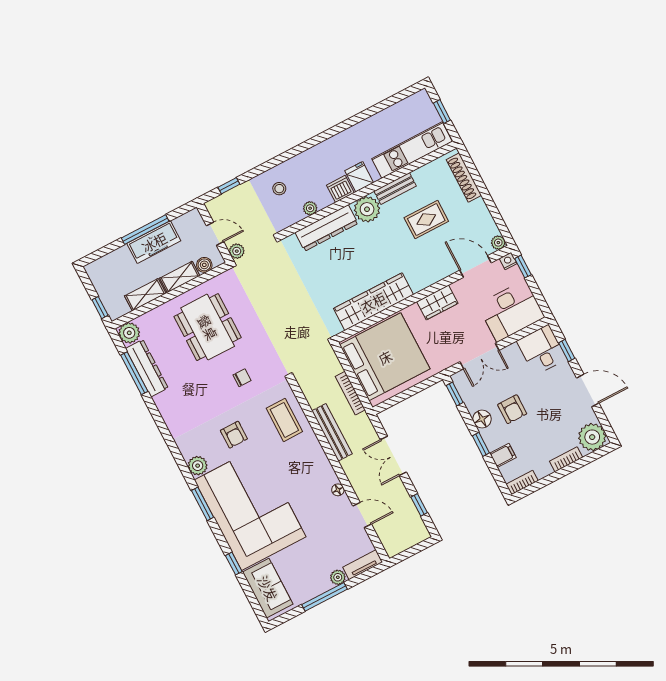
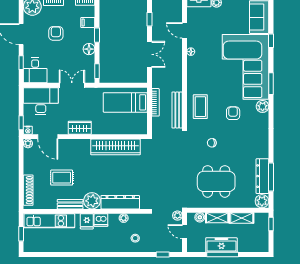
dining table: (208, 327) -> (216, 181), turned 90
bed: (385, 357) -> (125, 102), width x0.49
armchair: (512, 409) -> (56, 33), moved
bench: (332, 432) -> (177, 110), moved

